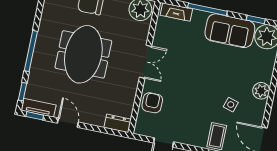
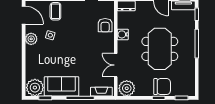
double door: (145, 62) -> (116, 65), moved
water cooler: (130, 85) -> (123, 34), added
plant: (261, 91) -> (31, 39), moved

